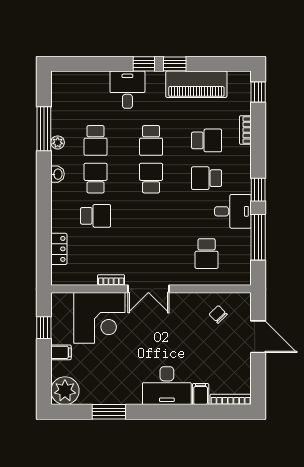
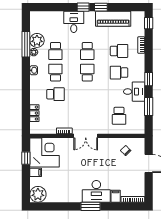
plant: (63, 122) -> (37, 40), added
window: (258, 237) -> (149, 106), width x0.69
corner desk: (99, 318) -> (45, 153), moved, turned -90
window: (109, 412) -> (90, 206), moved

